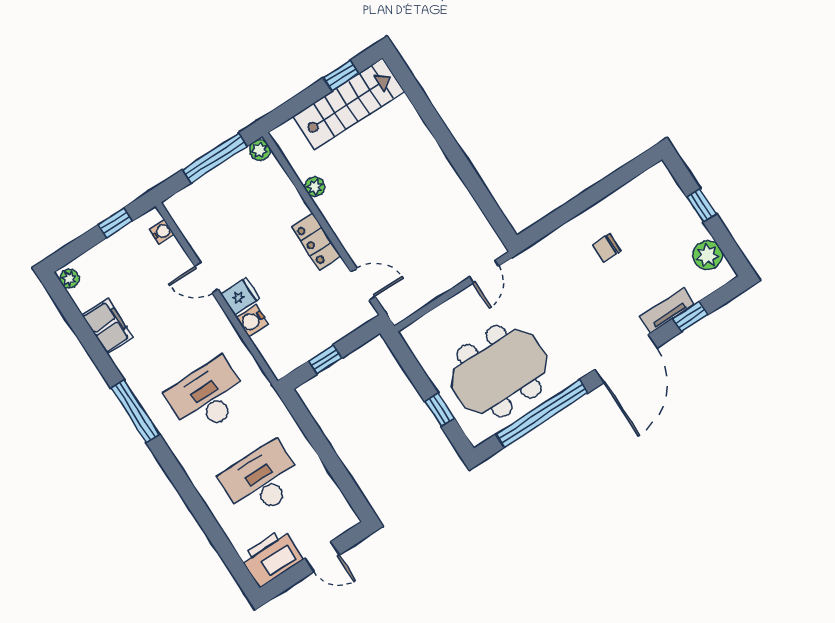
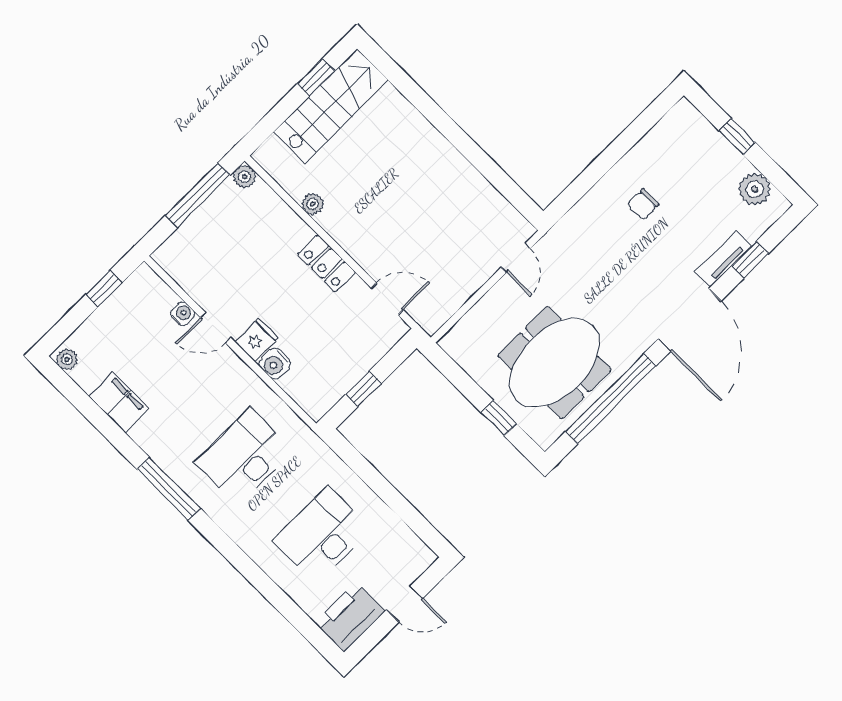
water cooler: (162, 232) -> (183, 314), moved

